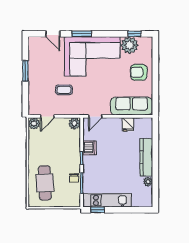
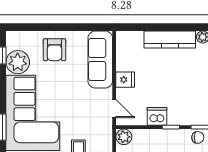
fridge: (128, 124) -> (125, 80), moved

